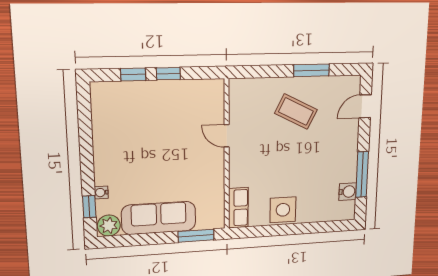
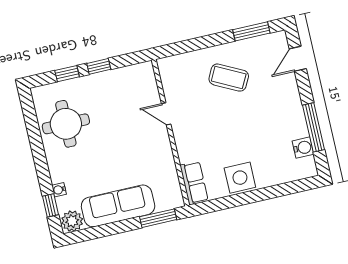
window: (311, 70) -> (251, 31), moved
round table: (122, 127) -> (66, 124), added

